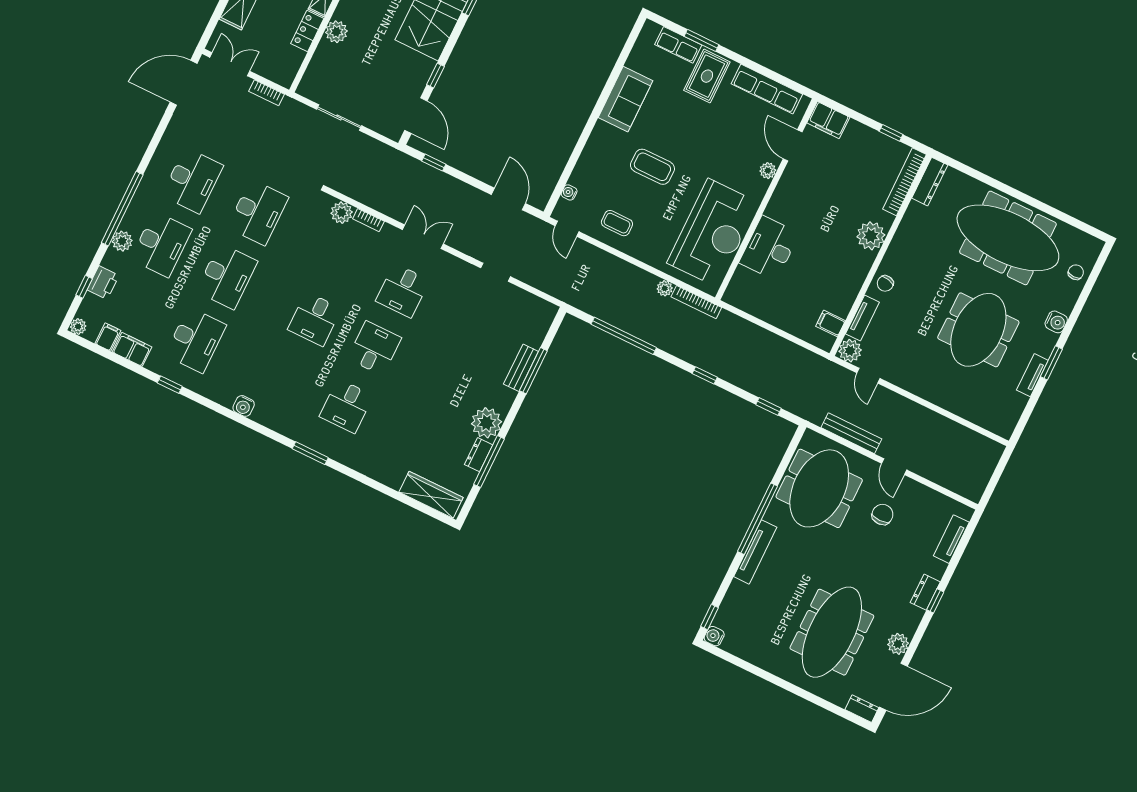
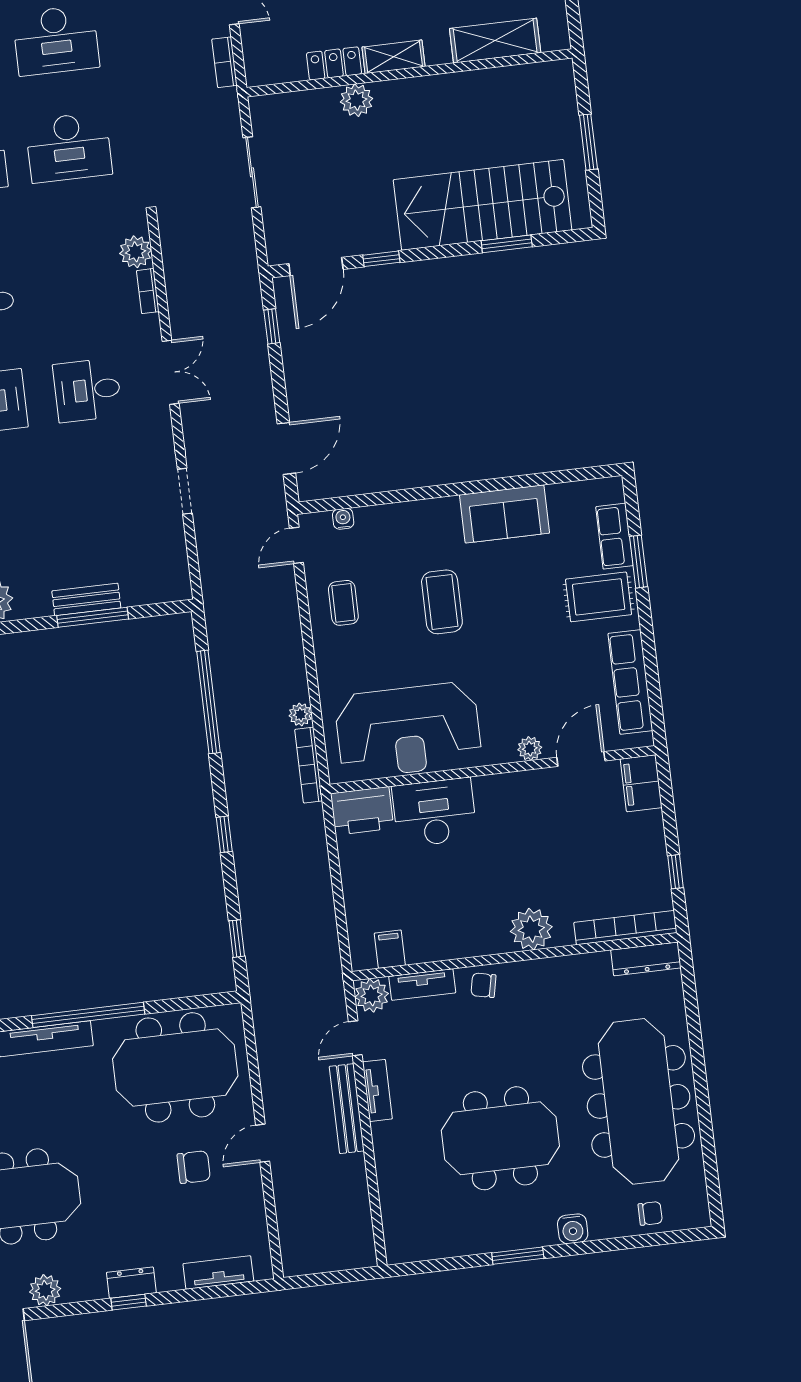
printer: (742, 289) -> (362, 811), added
tv unit: (1032, 375) -> (377, 1090), moved, turned 90
bench: (851, 433) -> (347, 1109), moved

